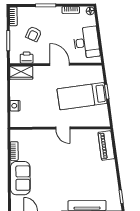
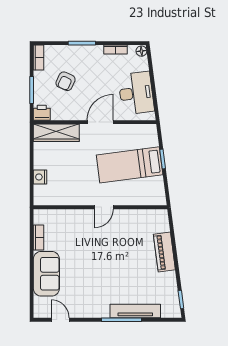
printer: (27, 58) -> (42, 113), moved
door: (60, 64) -> (100, 122), hinge flipped
wardrobe: (21, 73) -> (56, 133), width x1.50
door: (63, 128) -> (104, 207), hinge flipped
piano: (106, 145) -> (164, 252), moved

